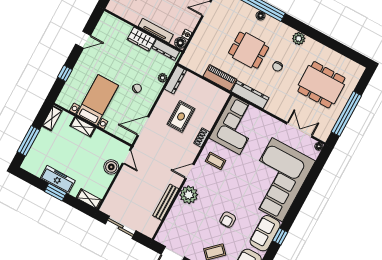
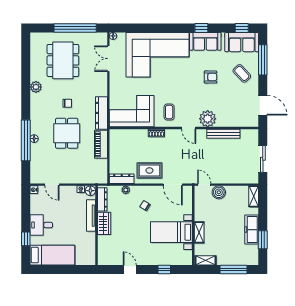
plant: (299, 38) -> (36, 87), moved
rug: (181, 117) -> (149, 170), moved
door: (126, 157) -> (204, 185), hinge flipped
window: (56, 192) -> (263, 240), moved

